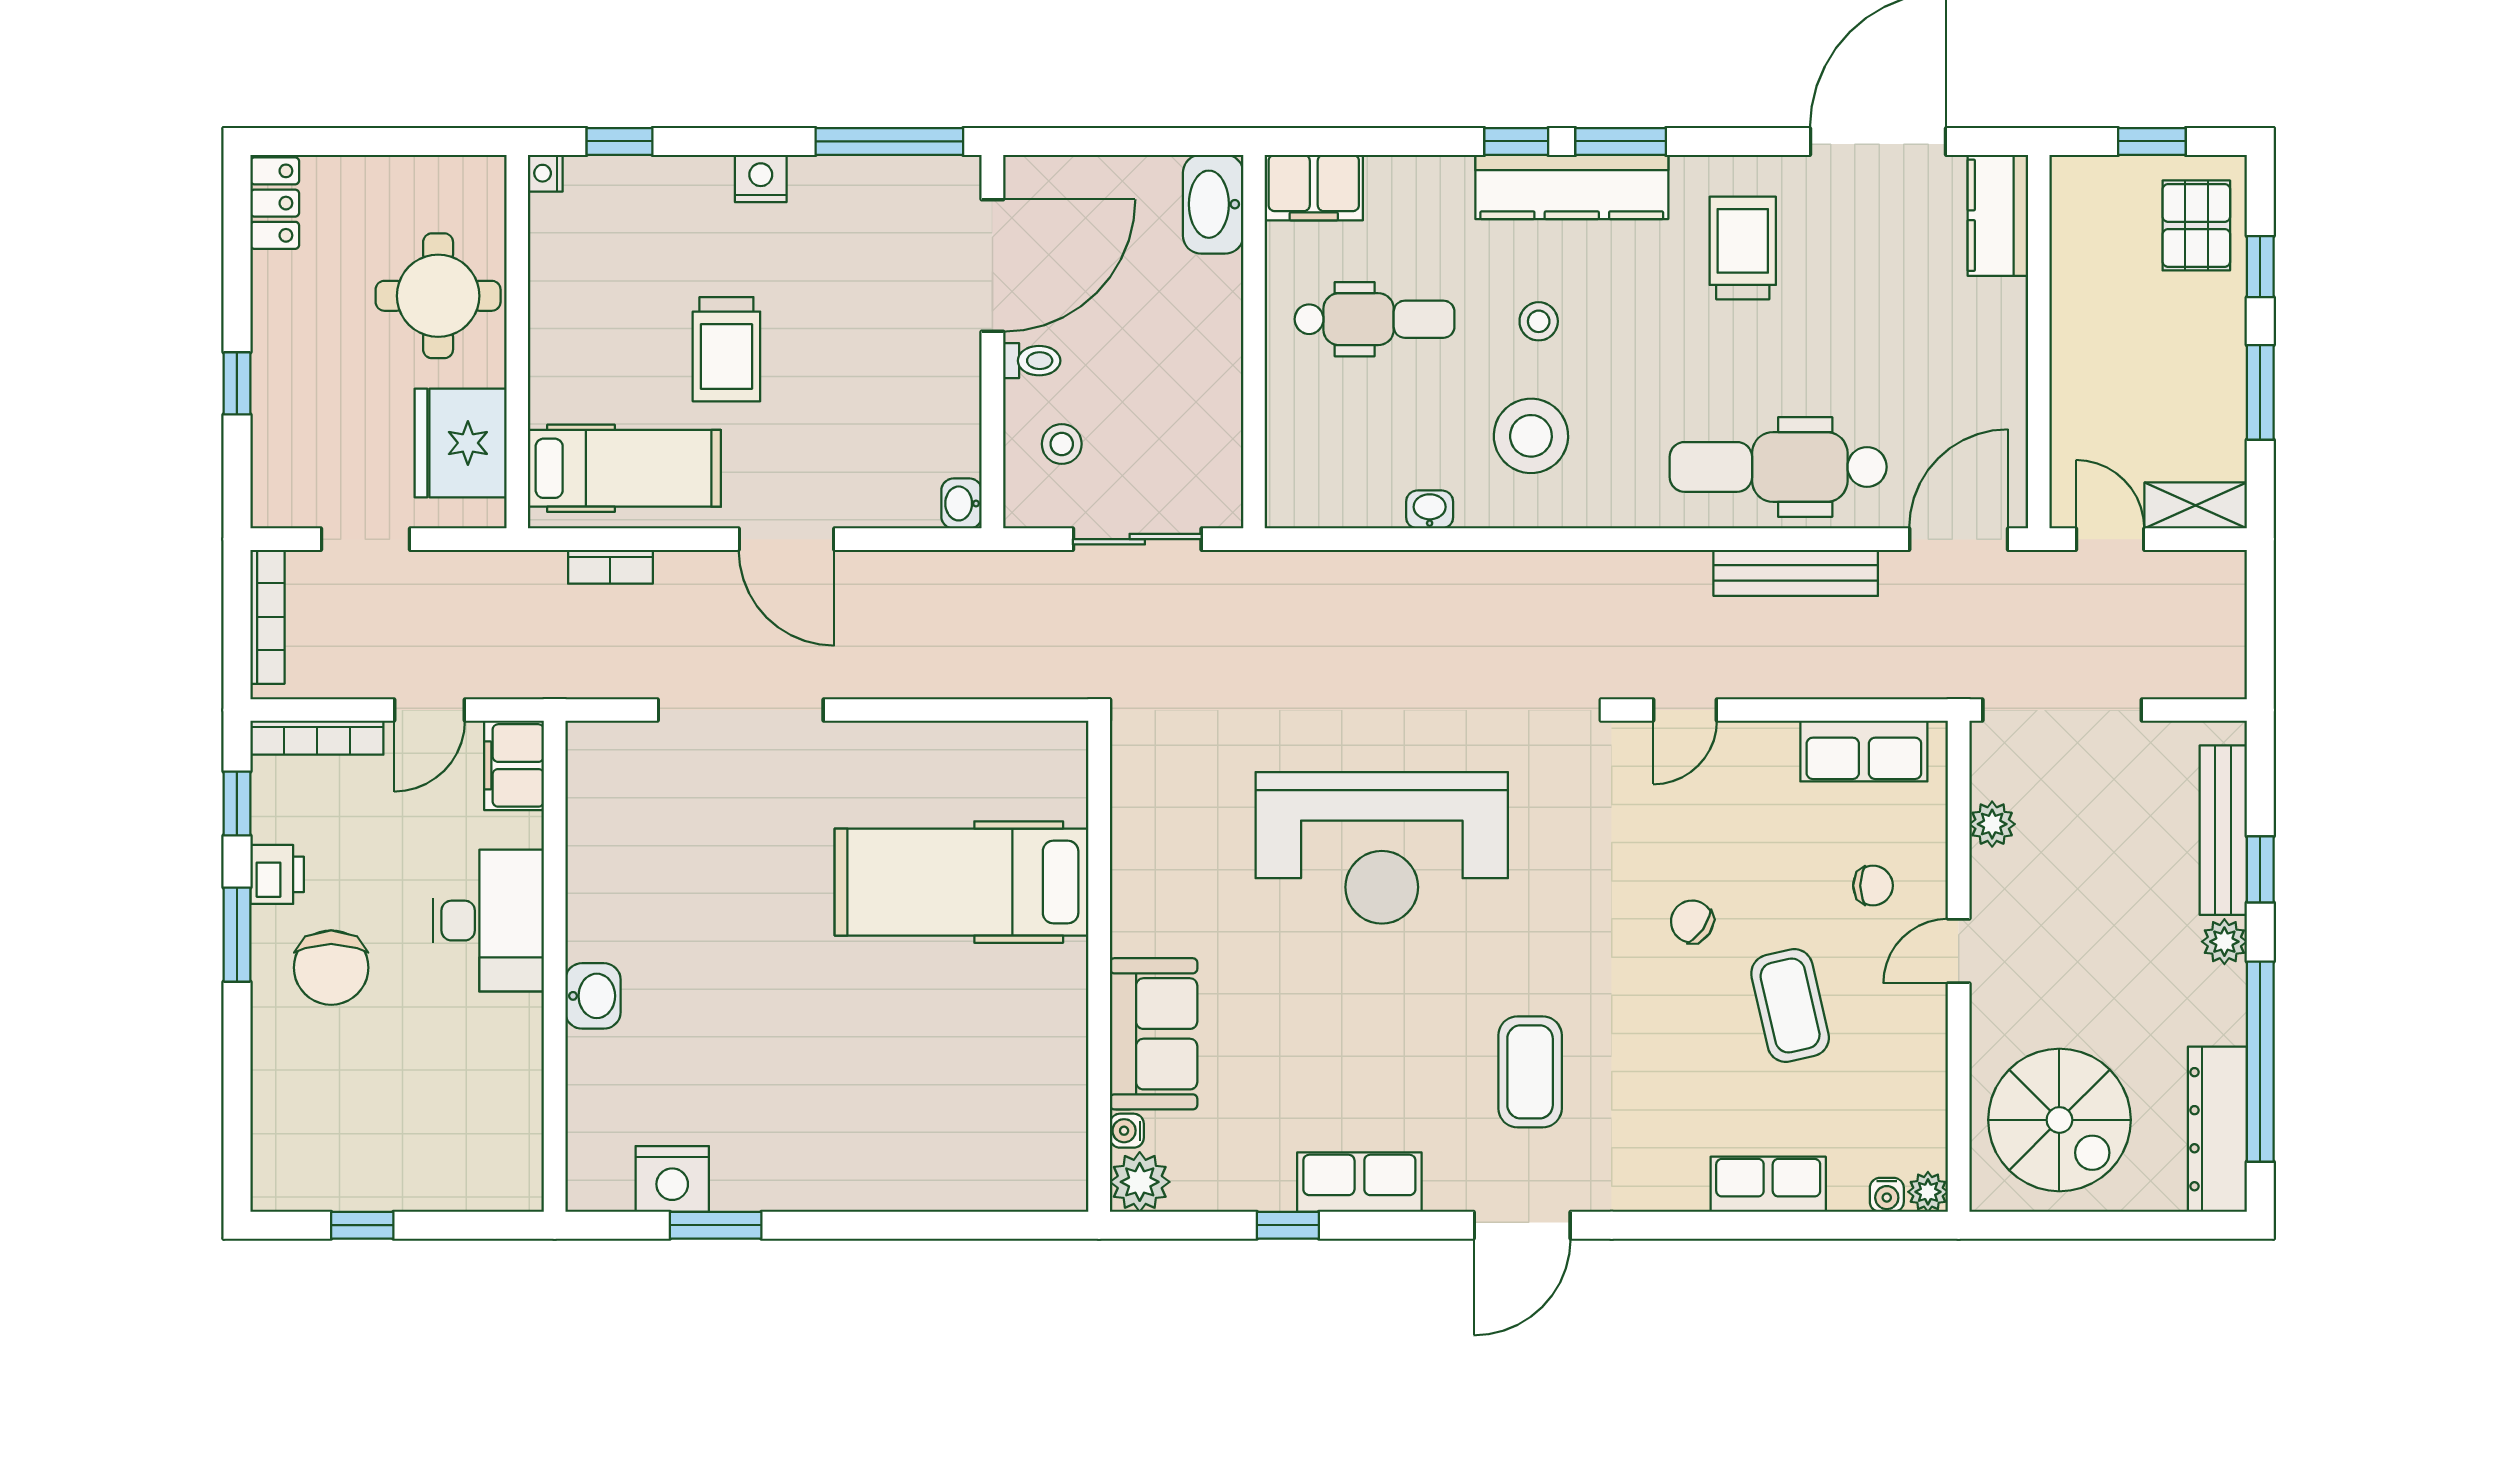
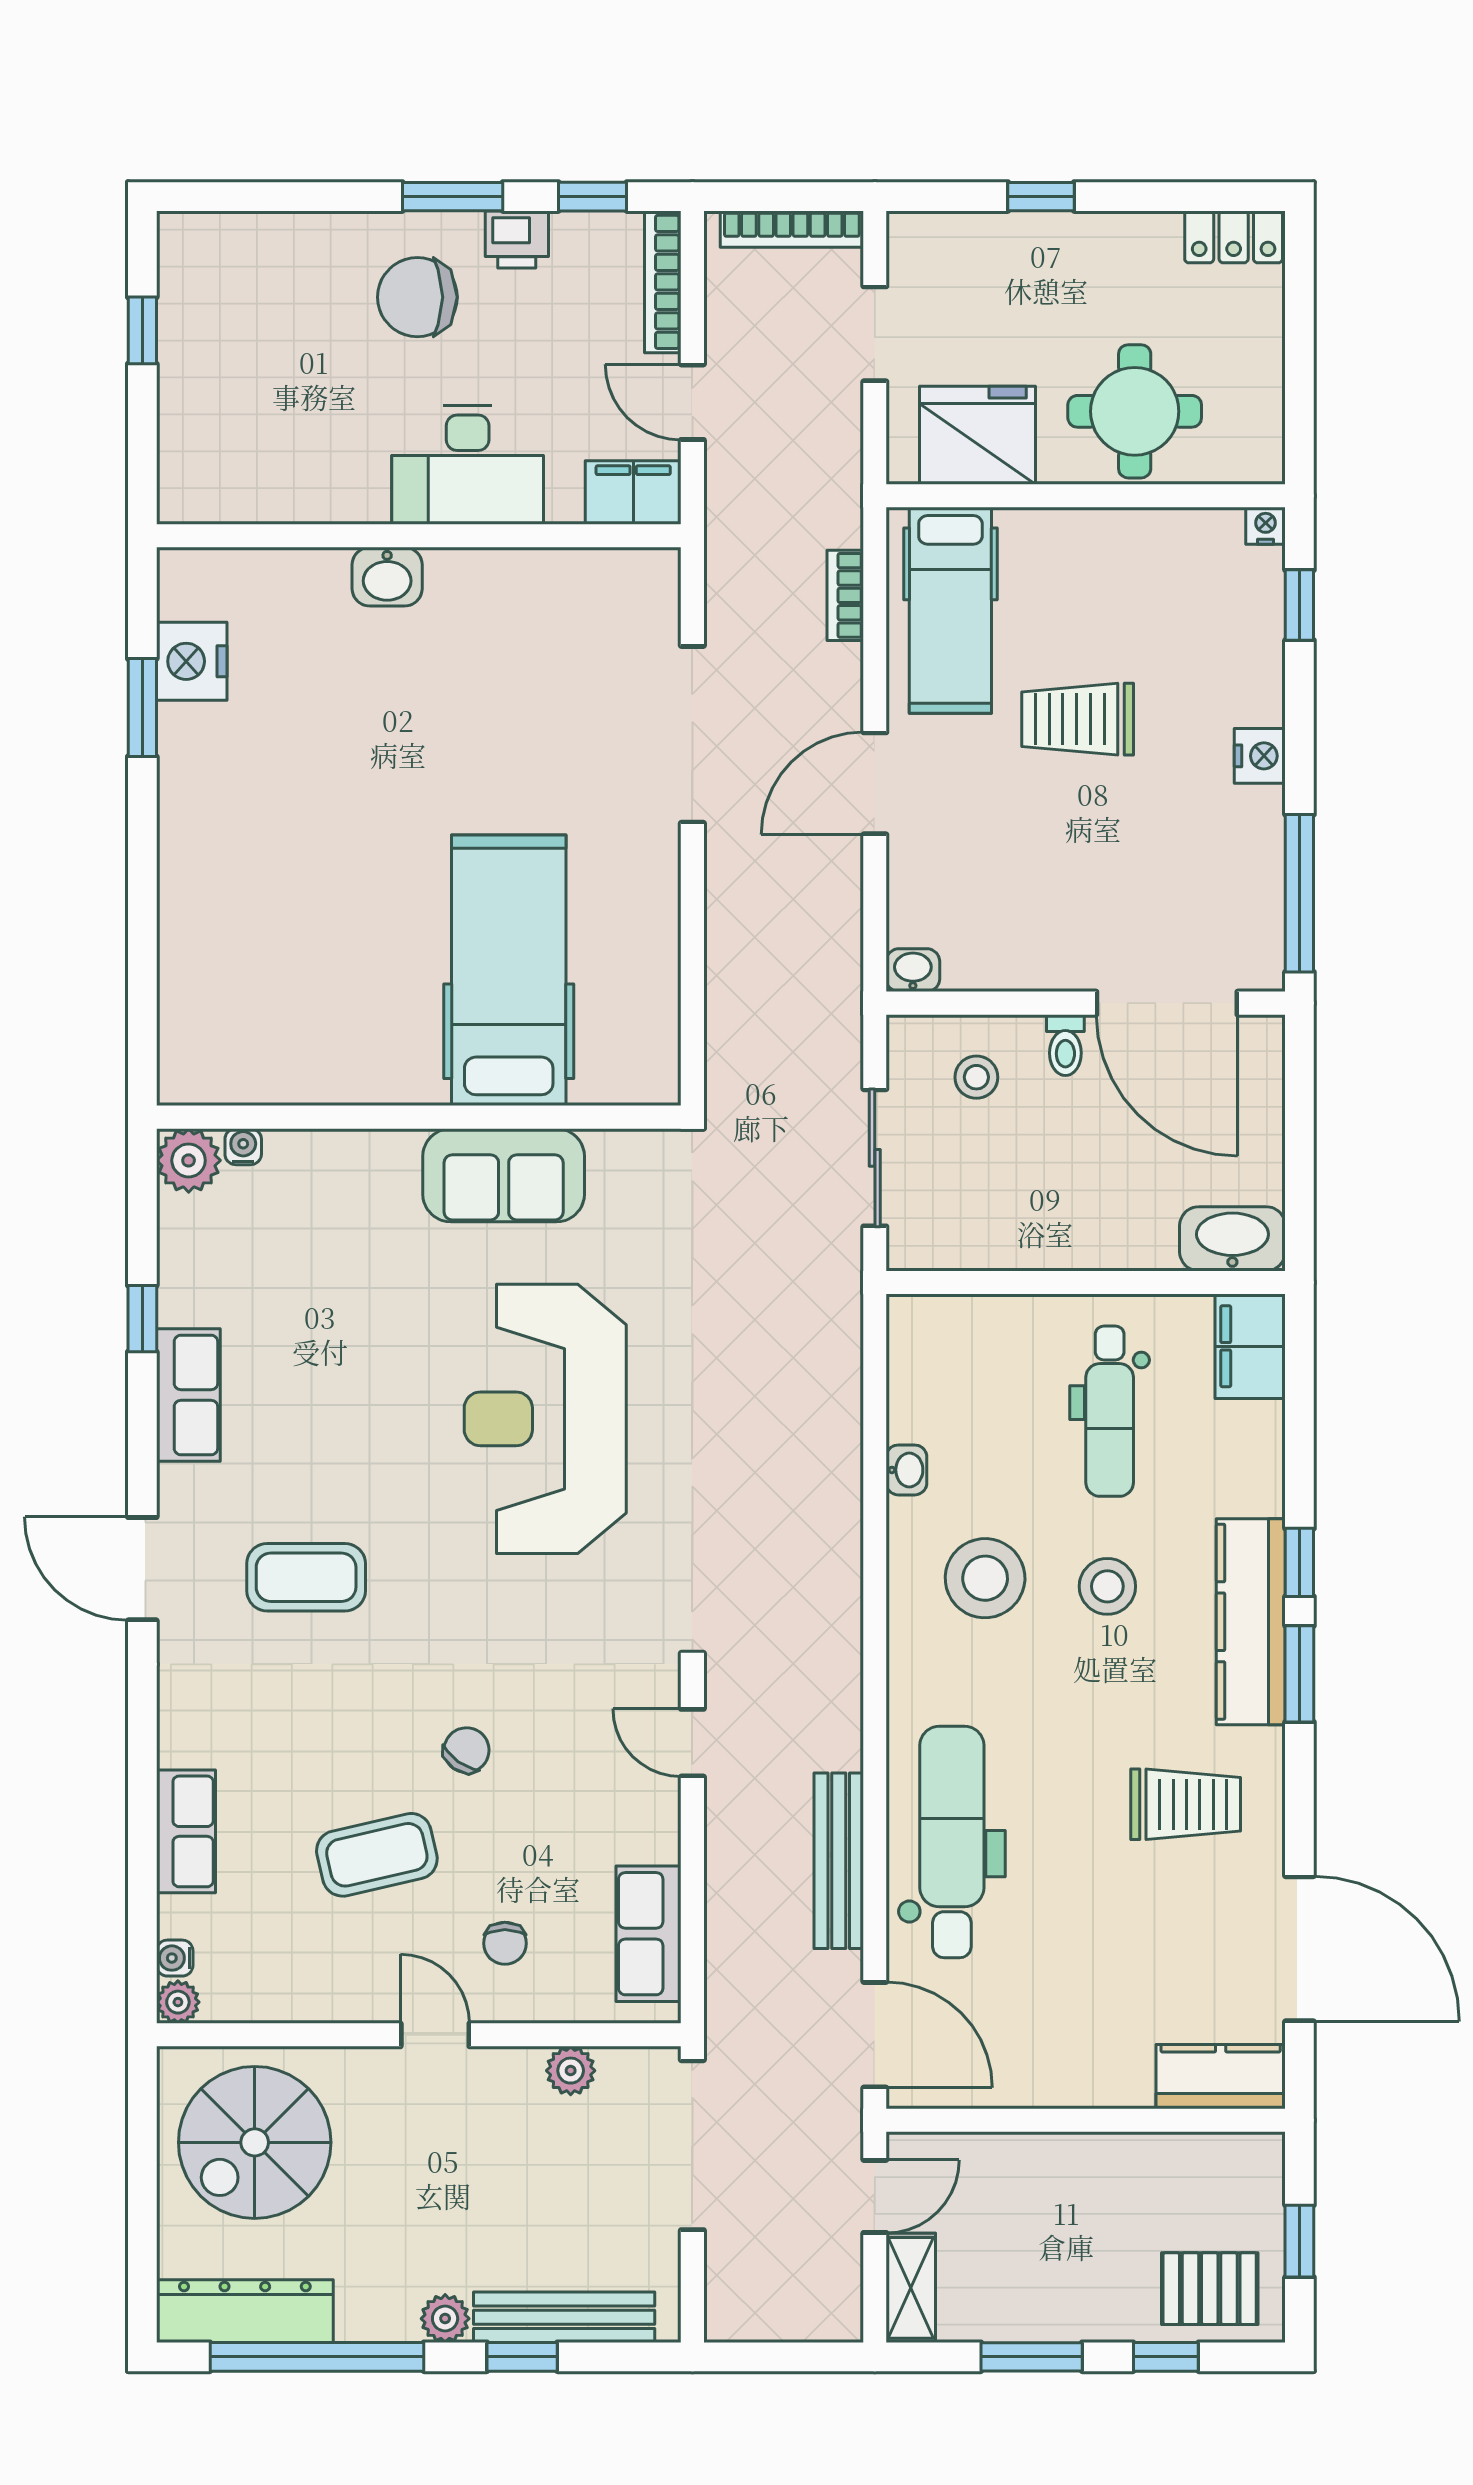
stool: (1539, 321) -> (1107, 1586), width x1.37, depth x1.37
sofa: (1154, 1034) -> (504, 1175), moved

